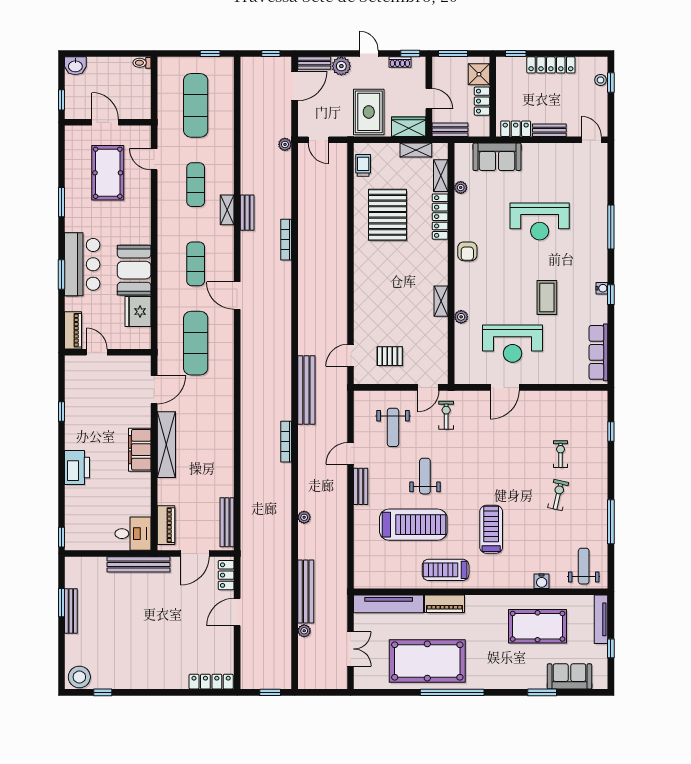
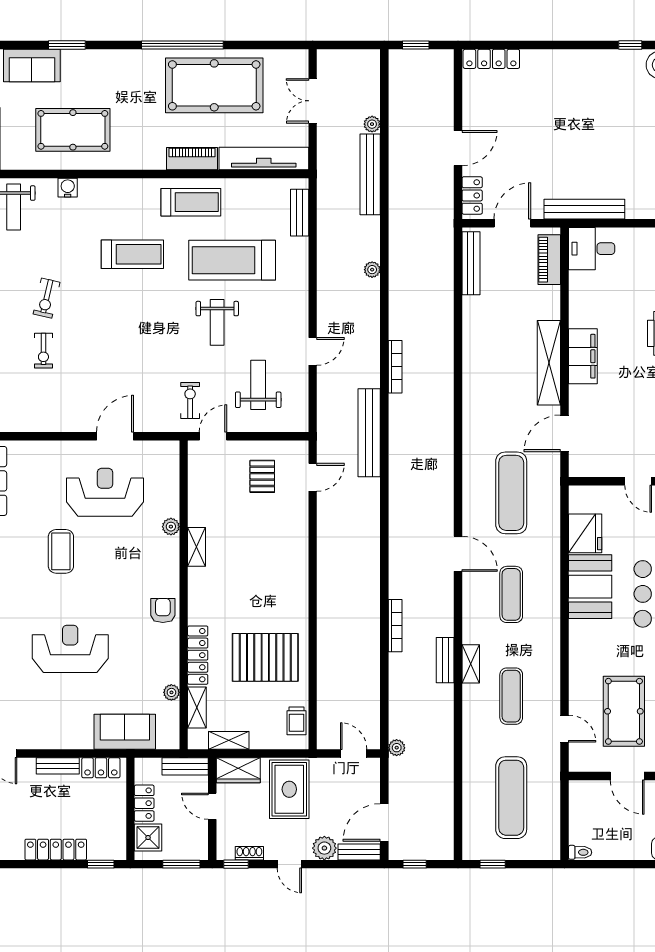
pallet: (387, 215) -> (265, 657), turned 90
pallet: (390, 356) -> (262, 476), turned 90
exercise bike: (446, 415) -> (190, 400), turned 180
bench: (361, 486) -> (300, 213), moved
treadmill: (491, 529) -> (132, 254), turned -90

